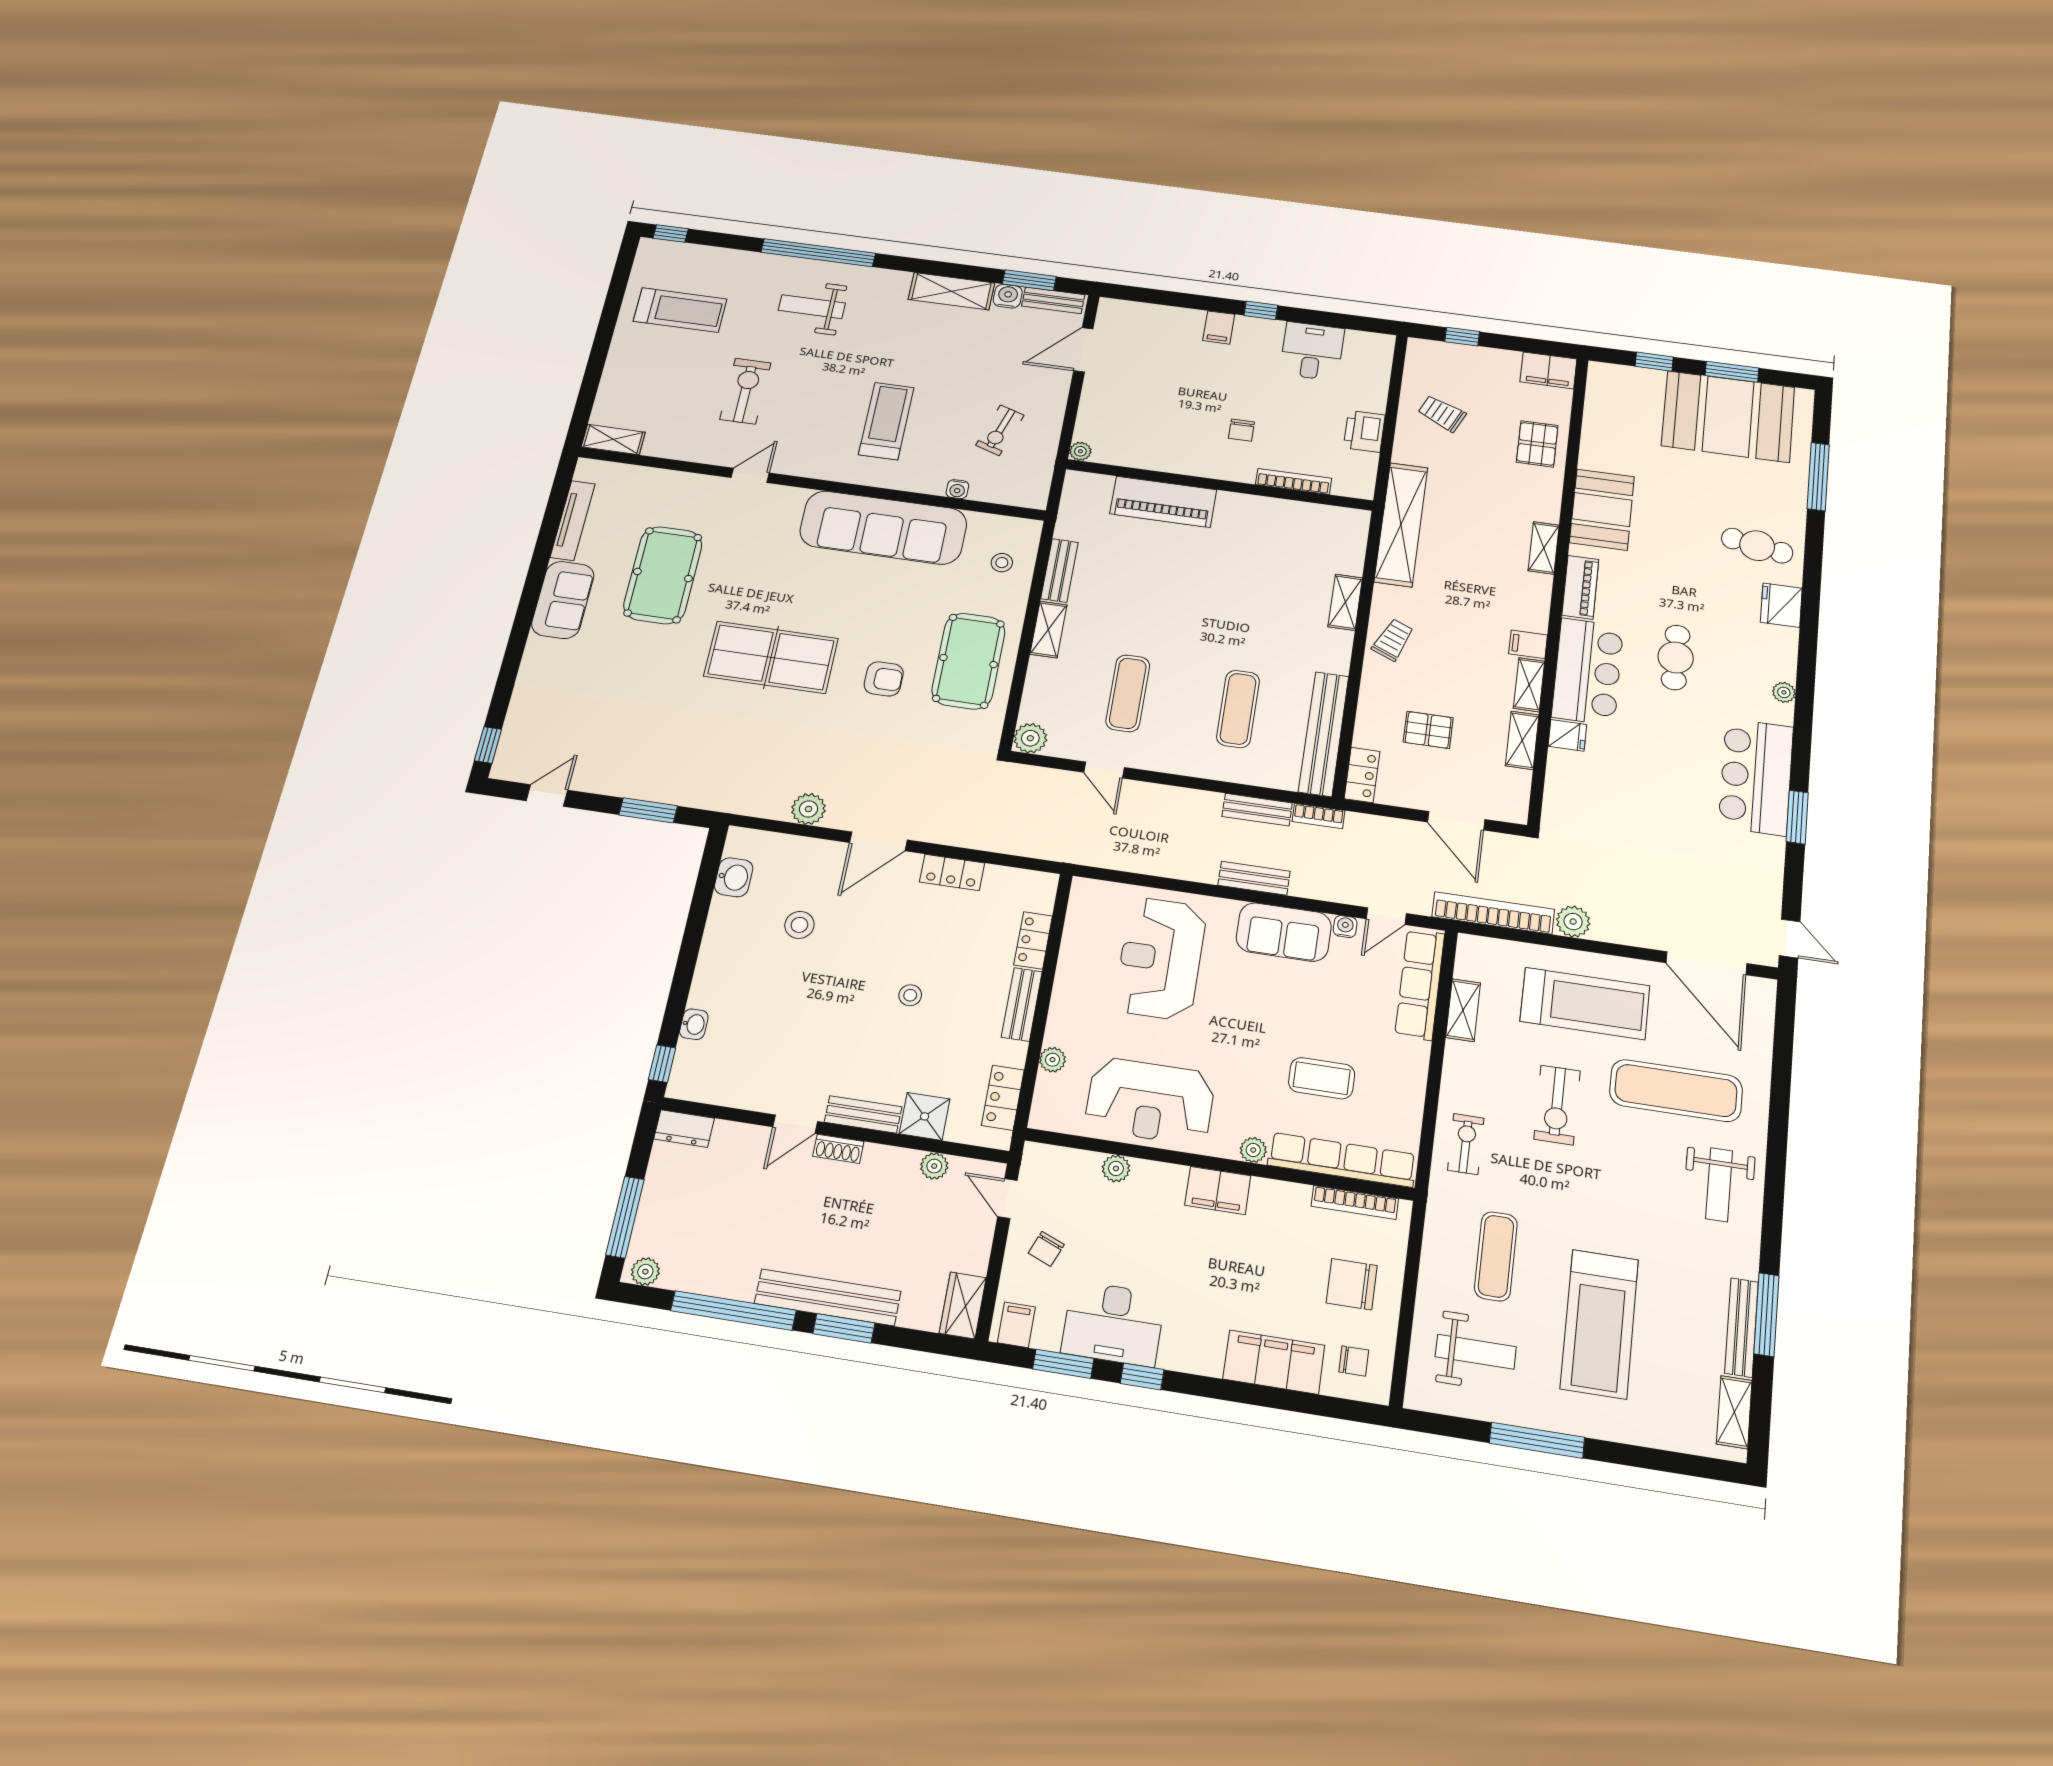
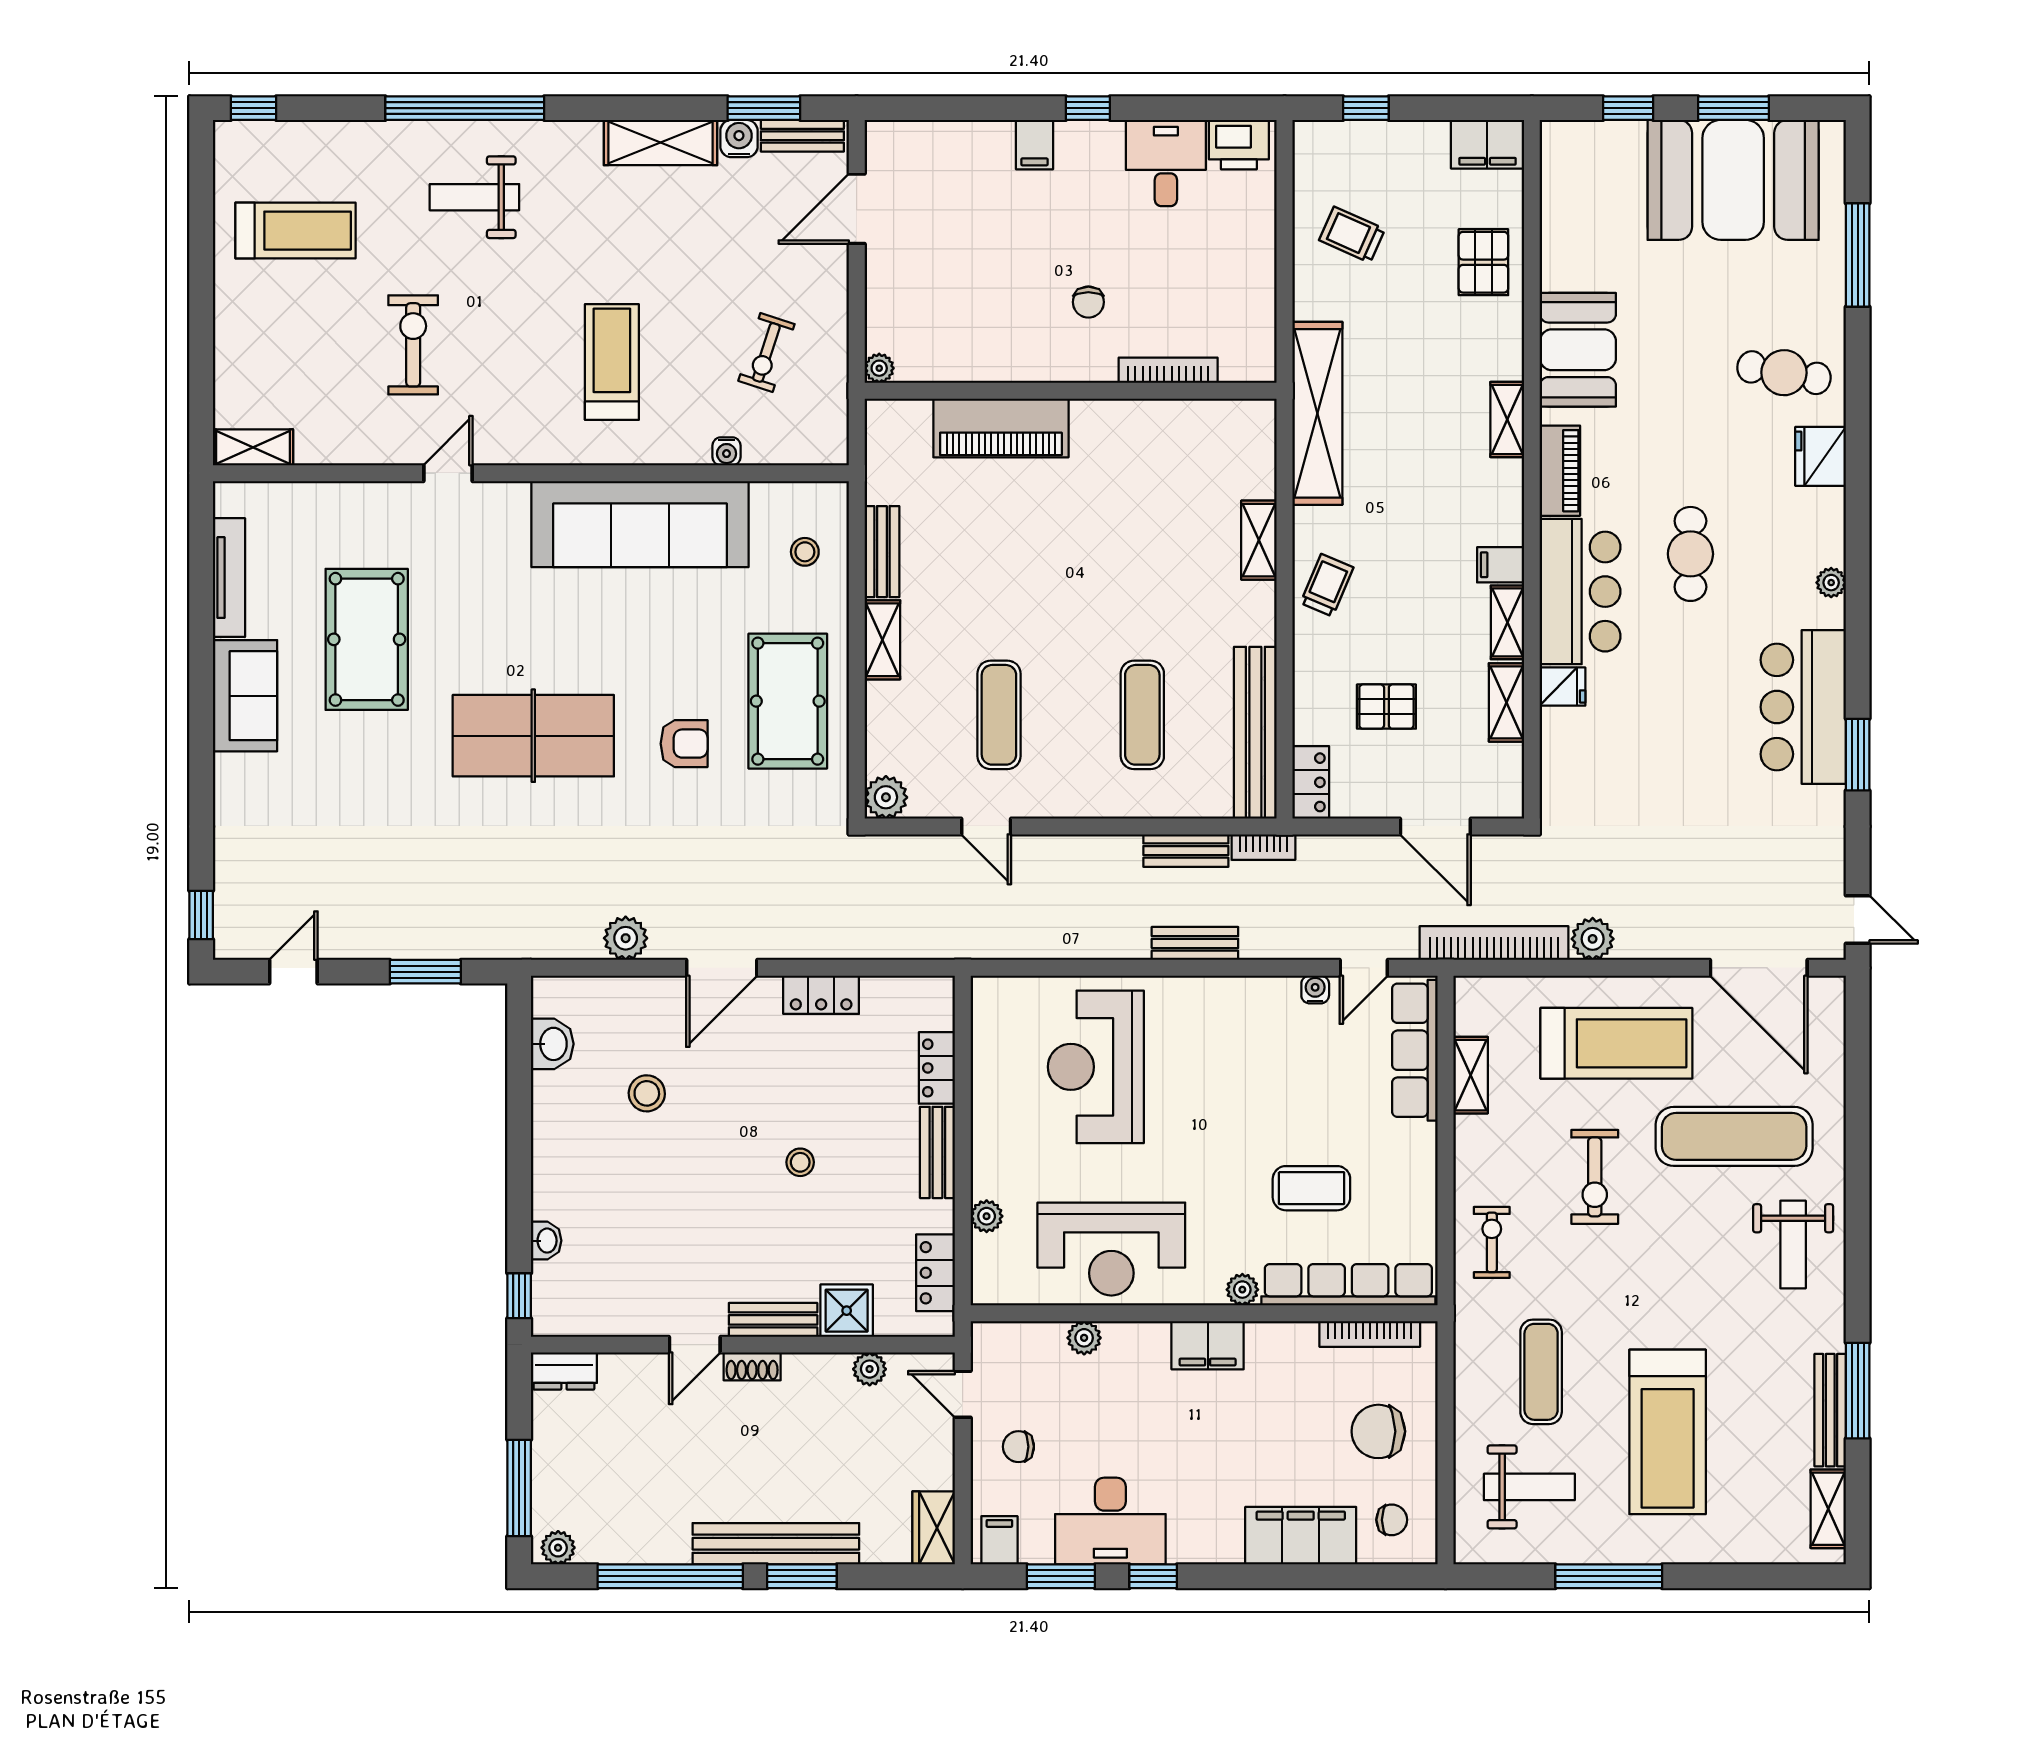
printer: (1364, 431) -> (1239, 145), moved, turned -90
sofa: (1284, 932) -> (1241, 1009), removed
chair: (1046, 1249) -> (1018, 1447), turned 68

